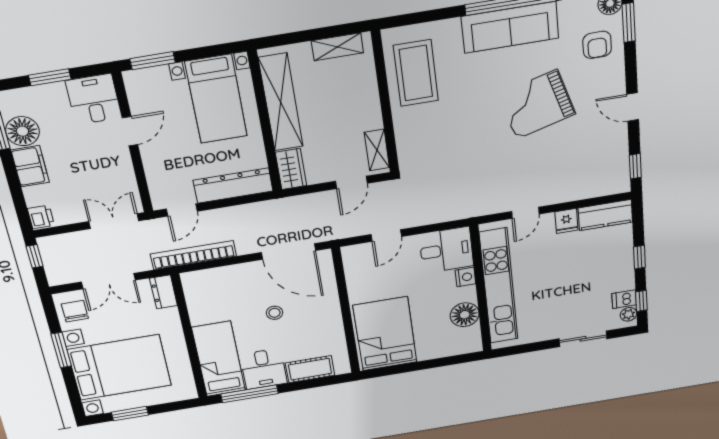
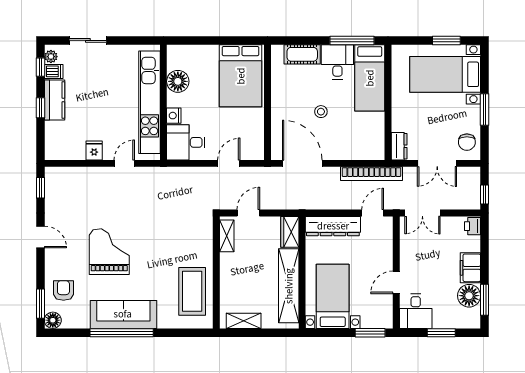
grand piano: (537, 104) -> (109, 252), turned -74
kitchen counter: (605, 215) -> (55, 100), moved, turned 90
double door: (108, 281) -> (437, 163), swing flipped
bed with nightstands: (119, 367) -> (445, 74), width x0.73

